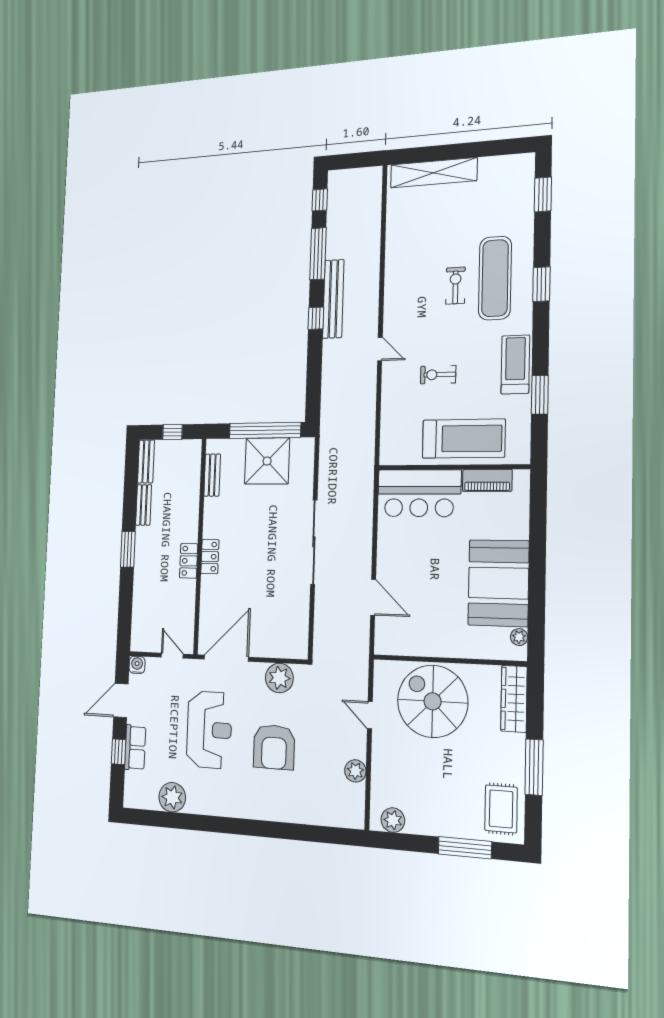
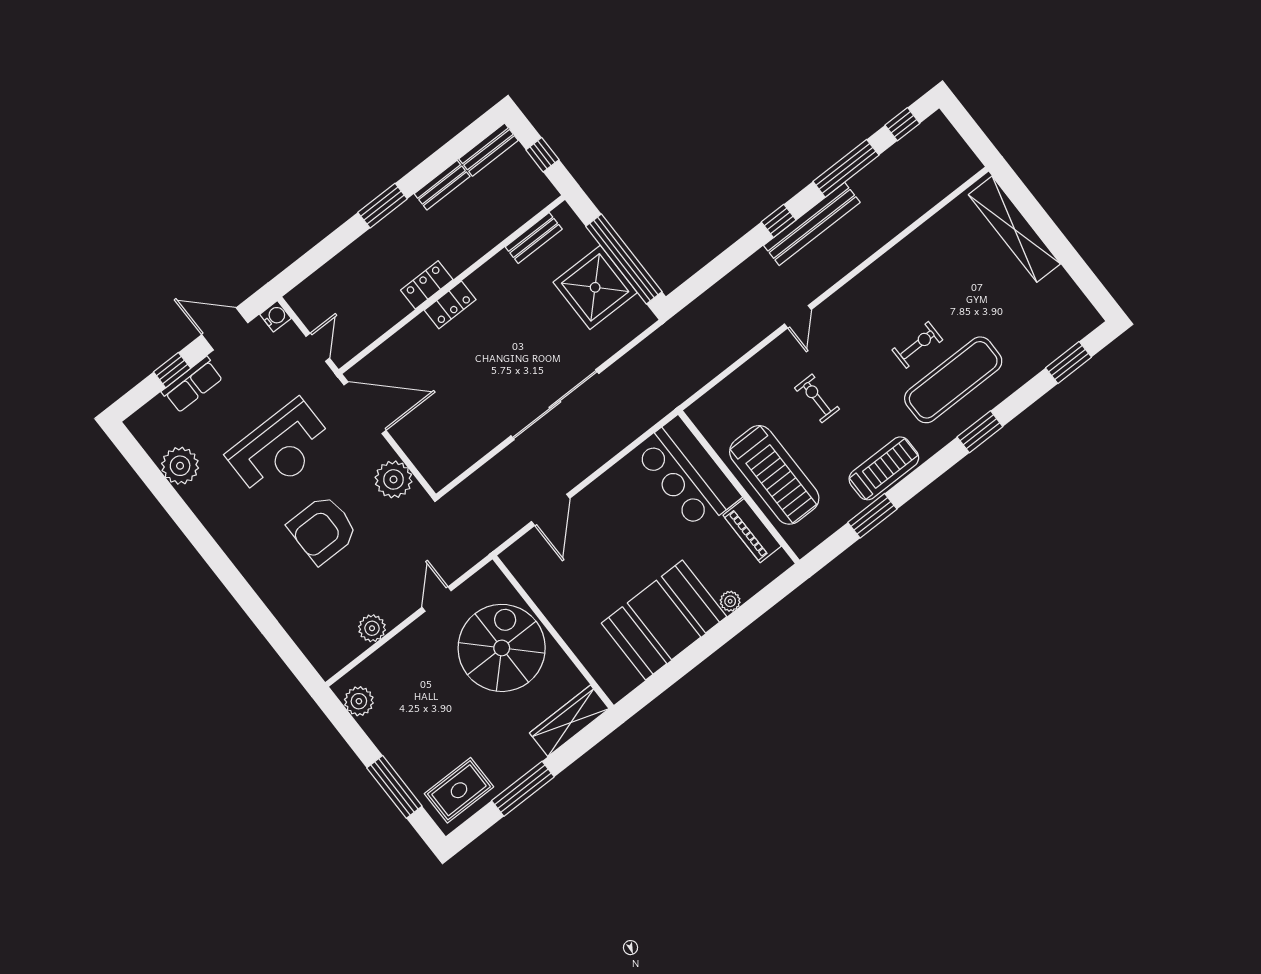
plant: (519, 637) -> (730, 601), moved

